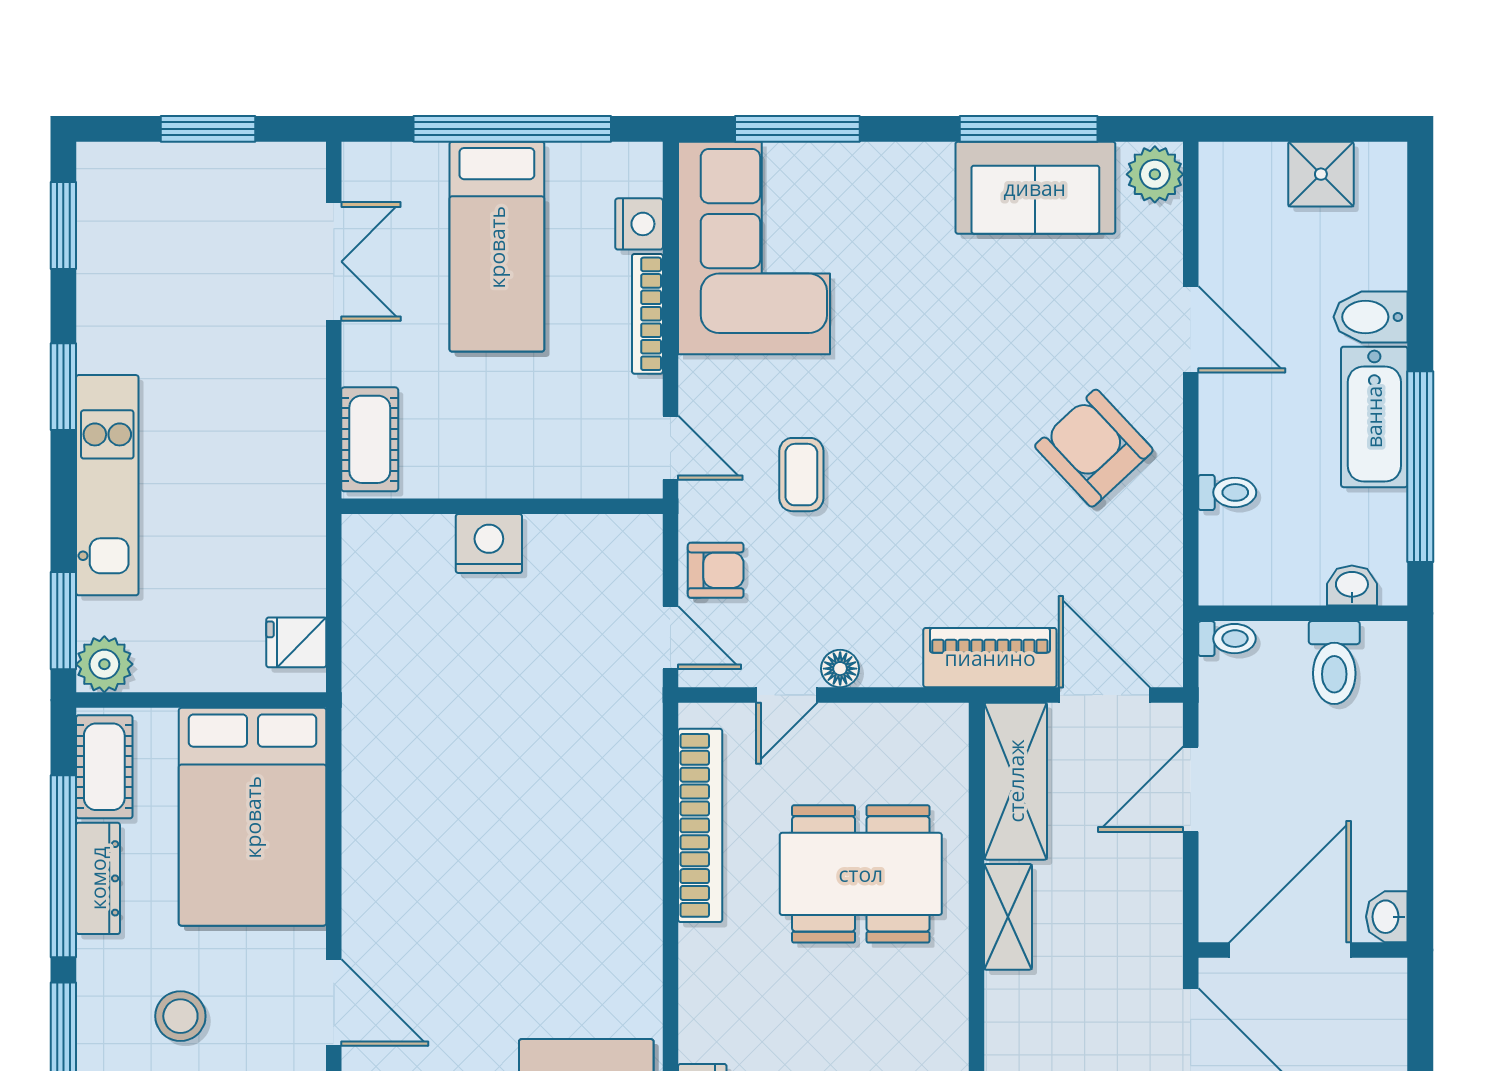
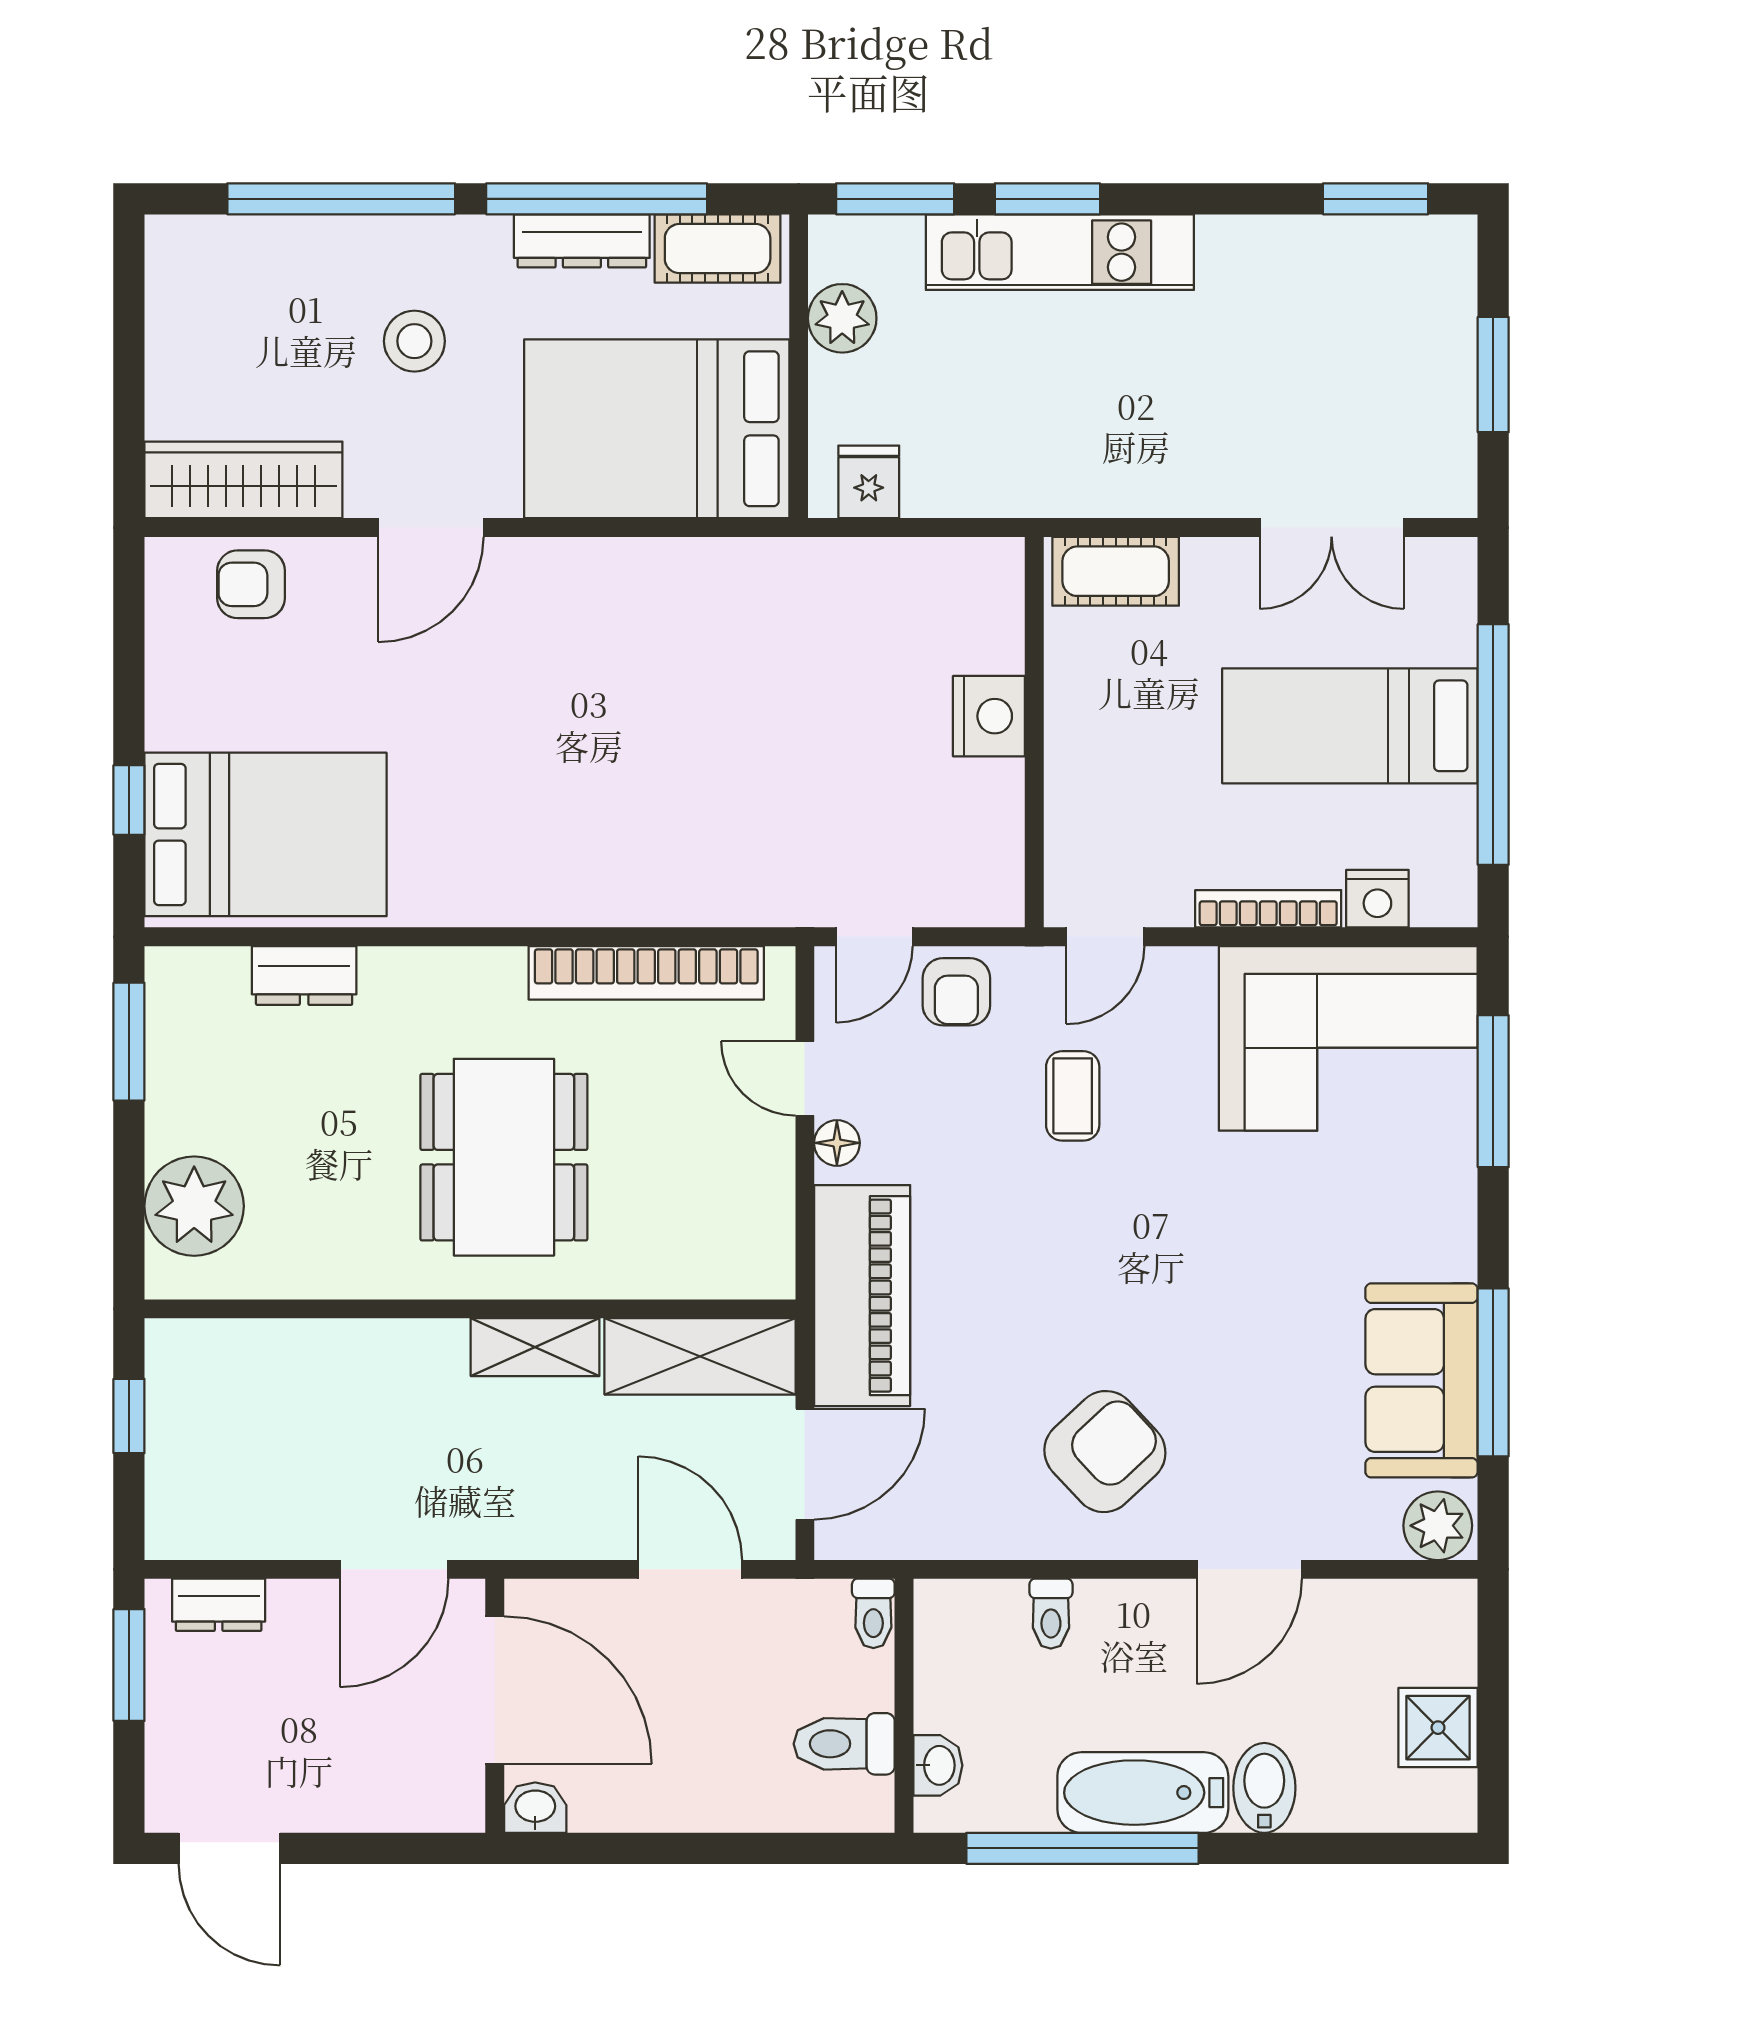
window: (63, 387) -> (1047, 199), moved
coffee table: (801, 475) -> (1073, 1096), turned 90
piano: (990, 658) -> (862, 1296), width x1.37, depth x1.33
plant: (104, 664) -> (842, 318), moved
dining table: (861, 874) -> (504, 1157), moved

